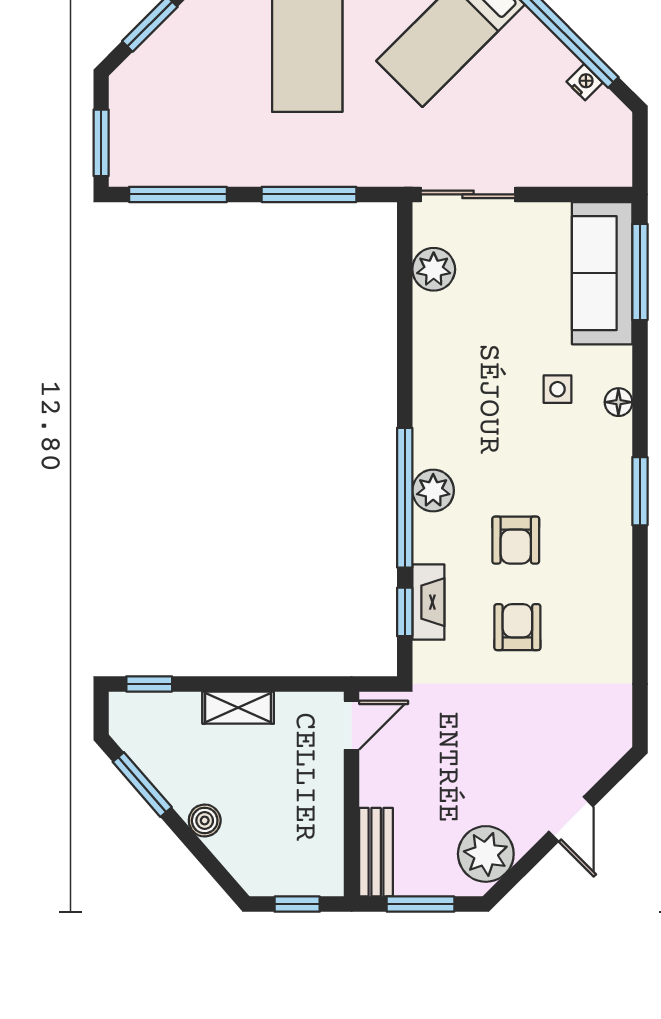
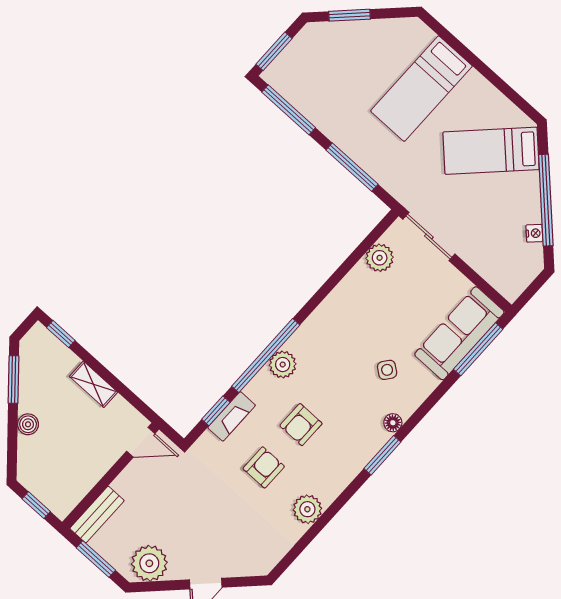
side table: (558, 389) -> (387, 370), turned 37
floor lamp: (618, 402) -> (393, 423), moved
plant: (610, 630) -> (307, 509), added

